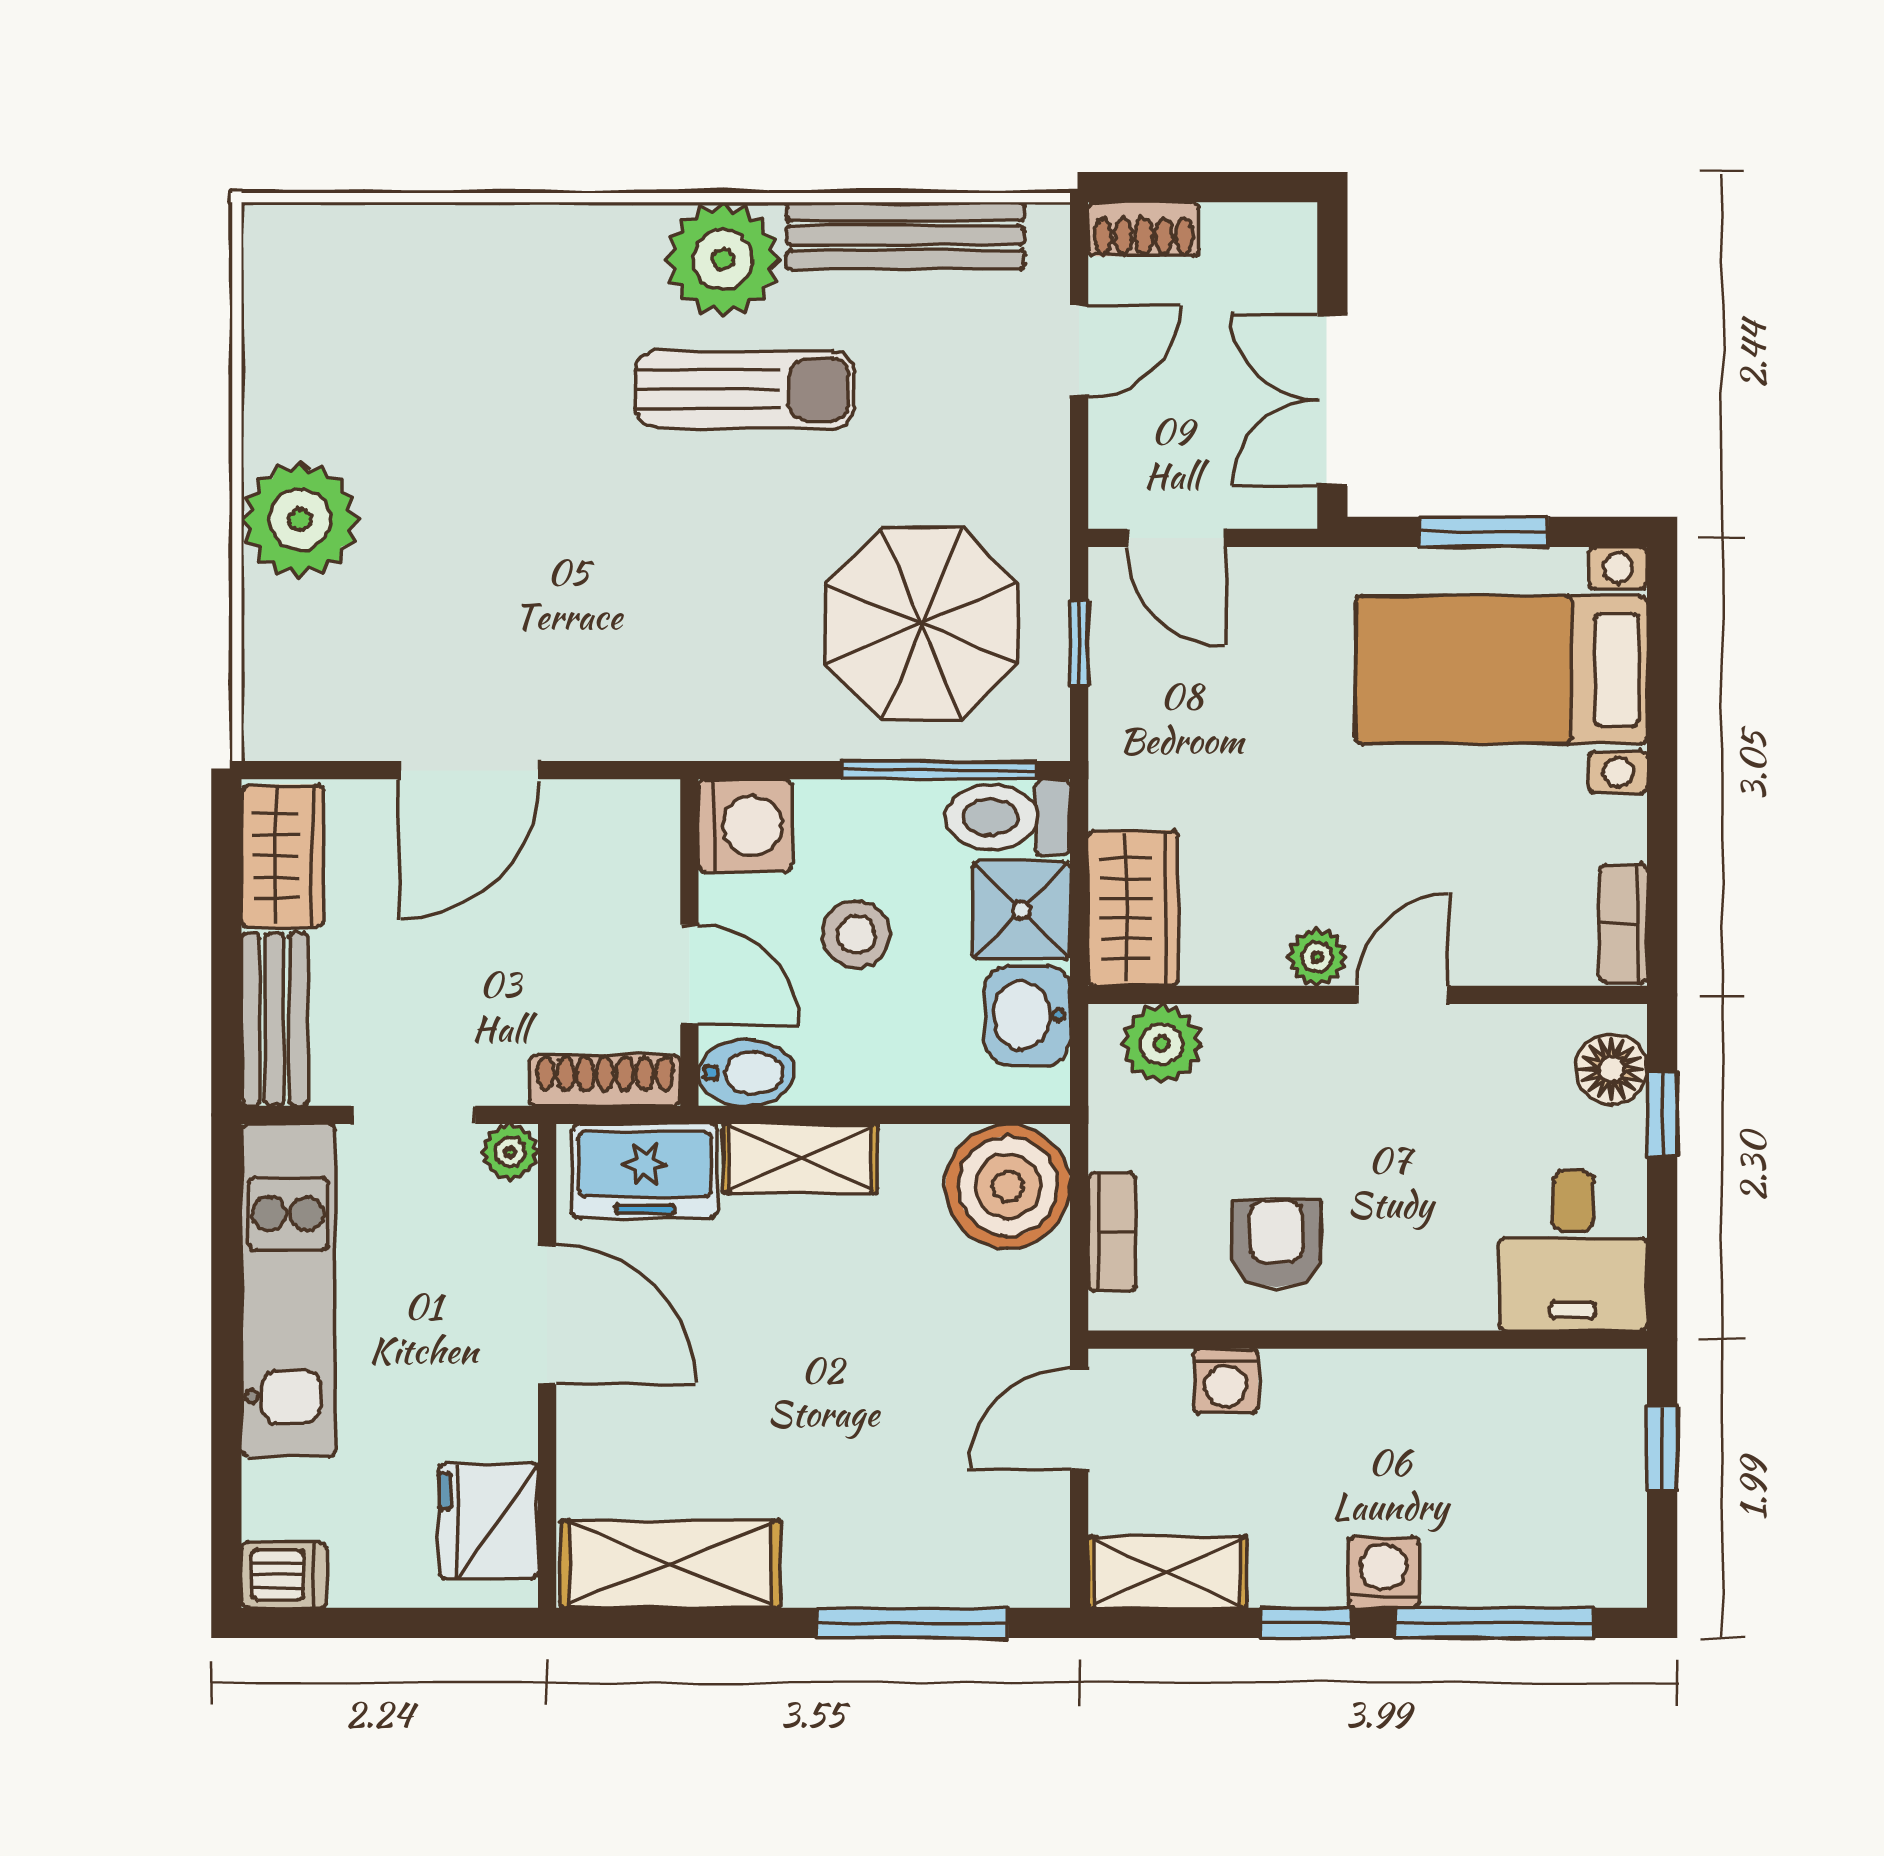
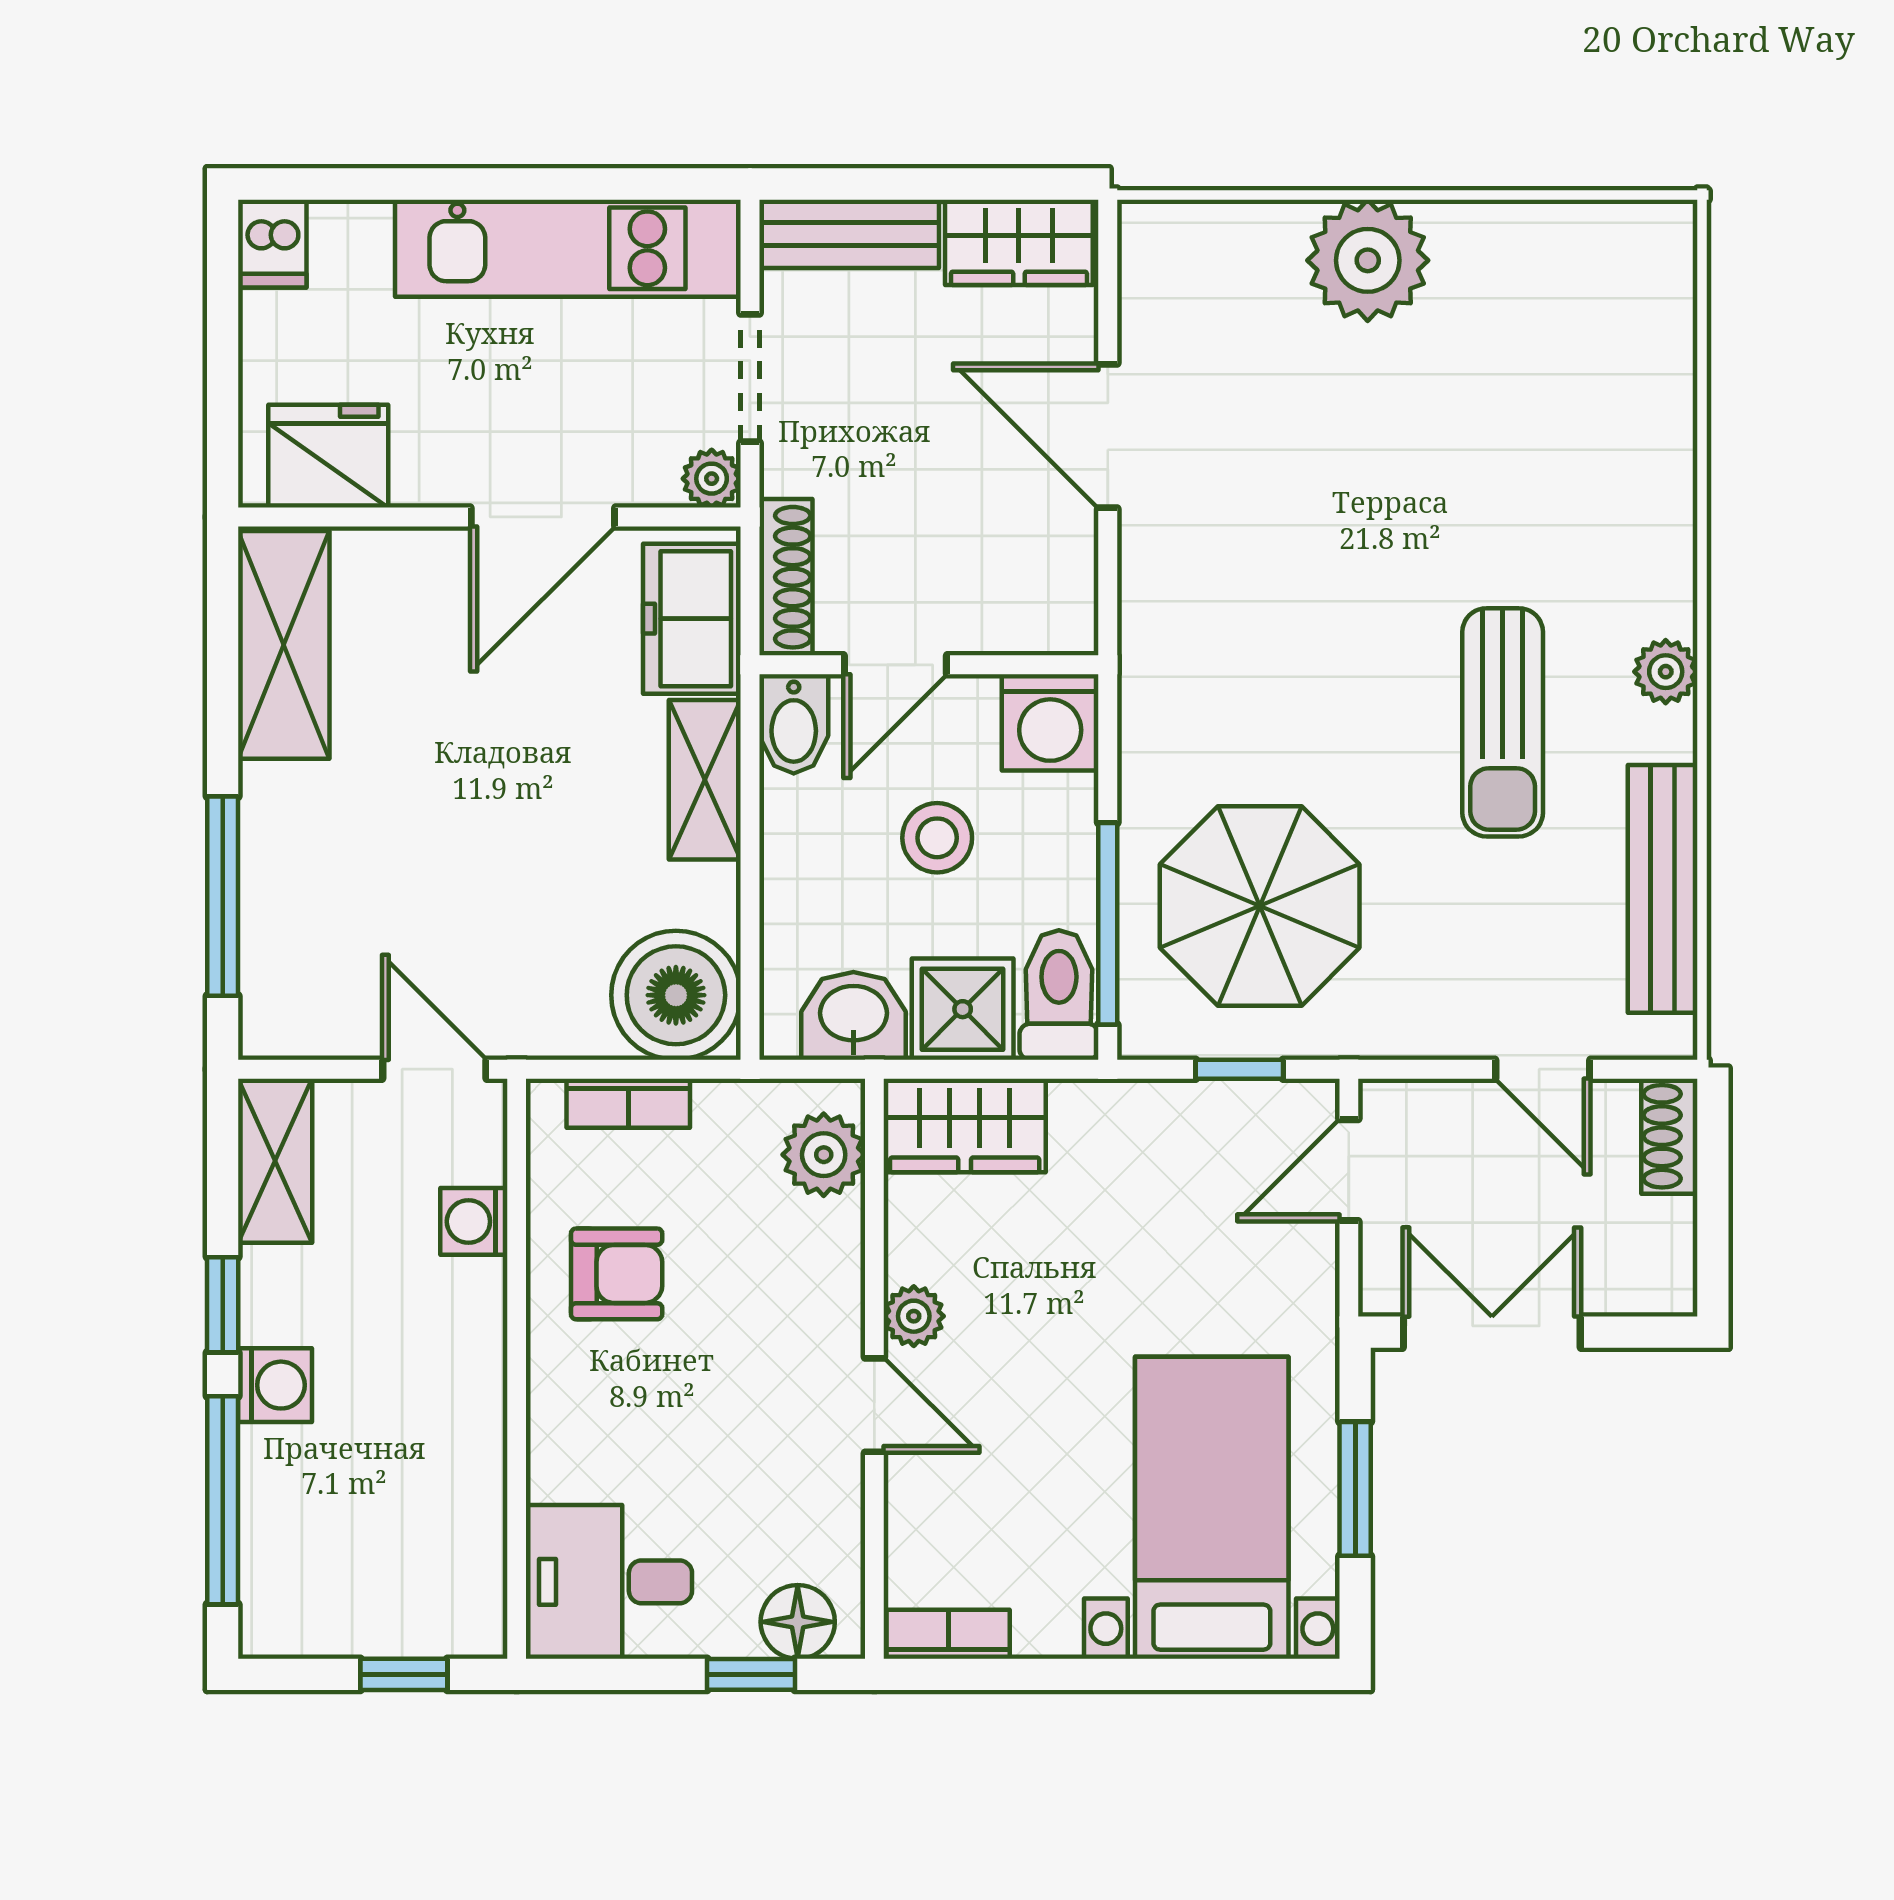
plant: (723, 259) -> (1666, 672), width x0.53, depth x0.53

